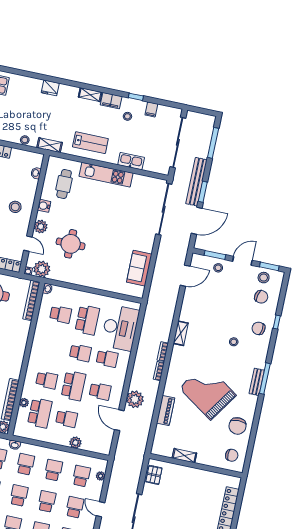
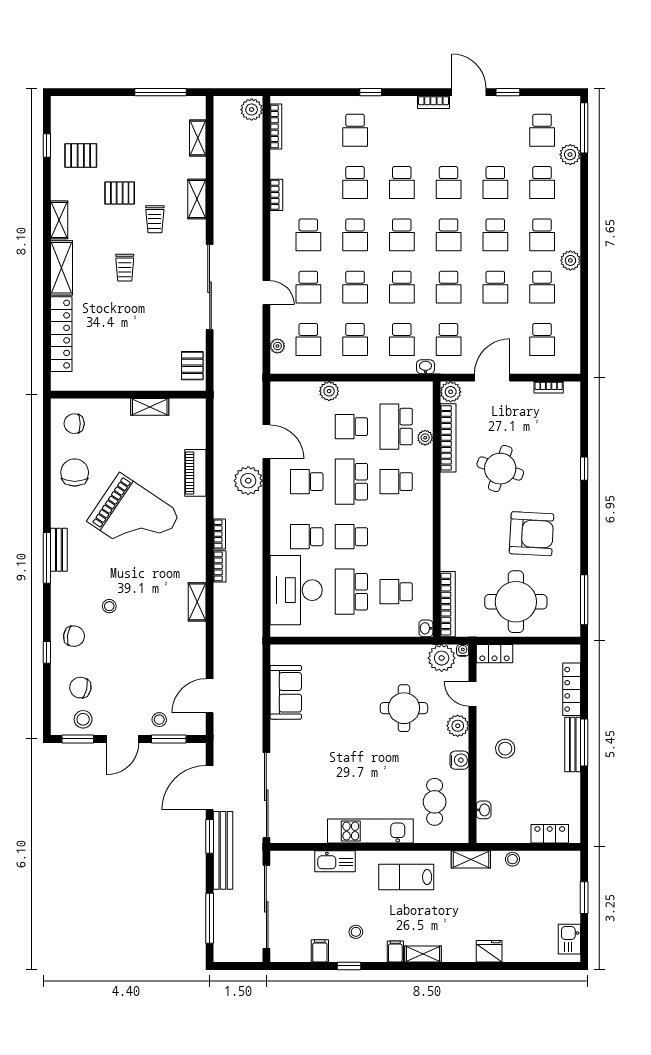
filing cabinet: (111, 101) -> (395, 952), width x0.50

